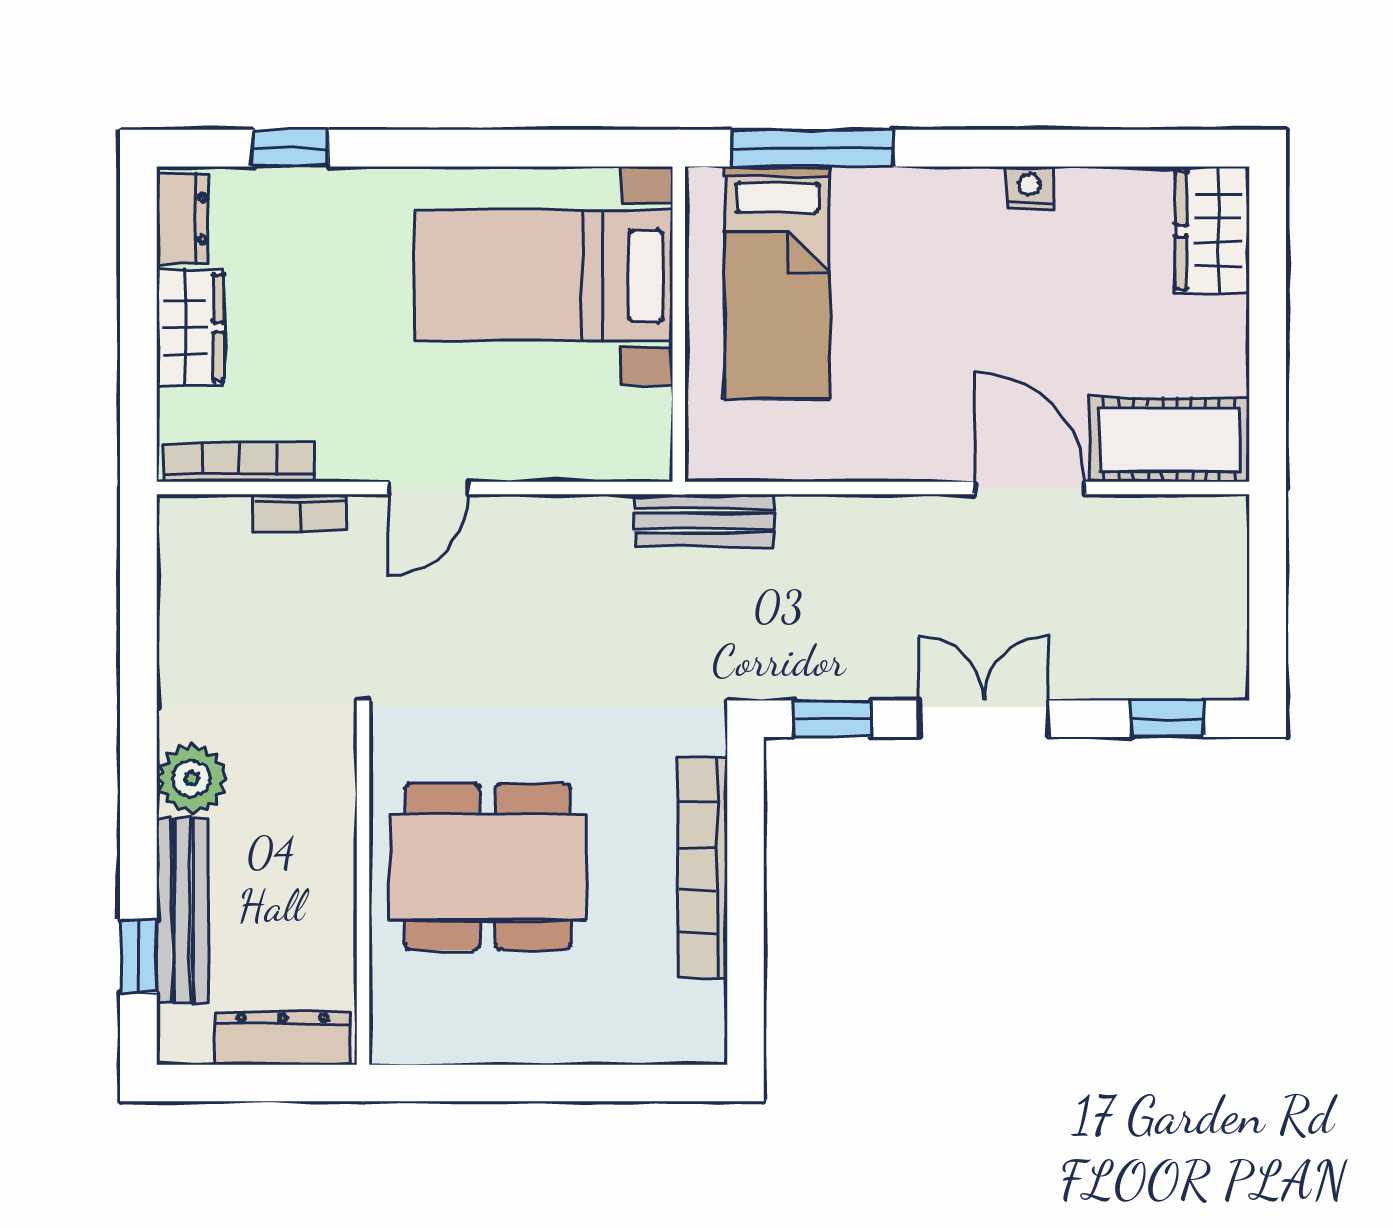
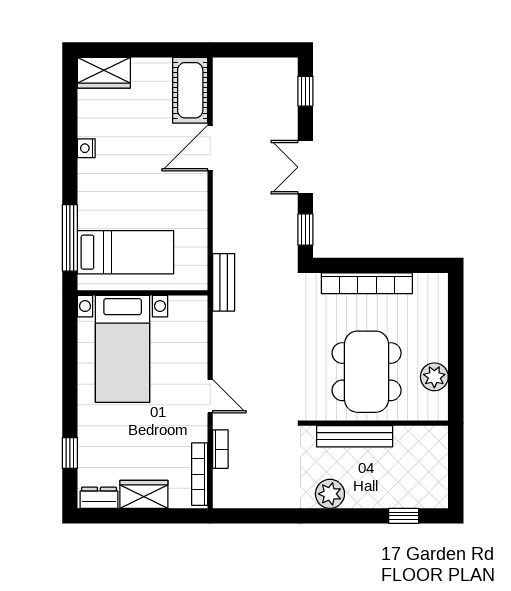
bench: (182, 910) -> (355, 436), moved
plant: (475, 1031) -> (434, 377), added
dresser: (283, 1038) -> (437, 456), removed

